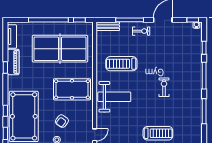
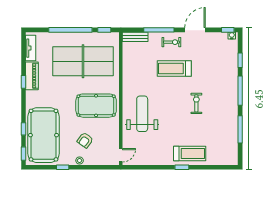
treadmill: (121, 64) -> (174, 69), moved
weight bench: (114, 97) -> (142, 114), turned -90

